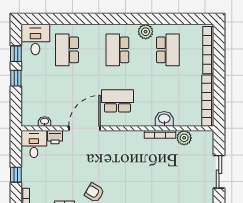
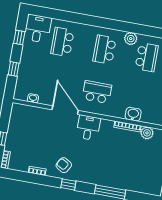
window: (16, 78) -> (14, 69), moved
door: (84, 128) -> (65, 110), hinge flipped
printer: (55, 137) -> (39, 113), removed
desk: (34, 144) -> (88, 128), moved

